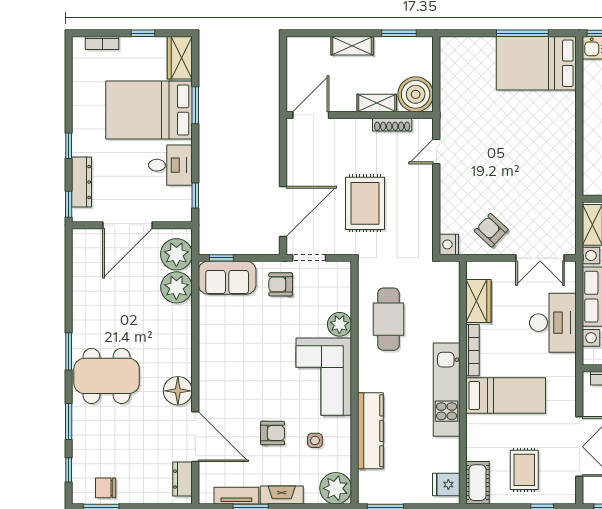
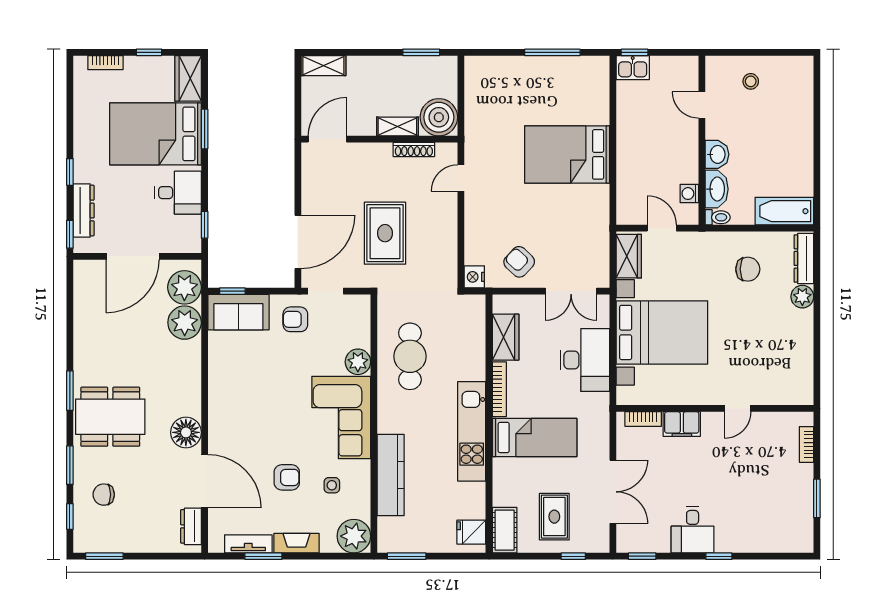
shelving: (352, 46) -> (323, 66), moved
bed: (536, 63) -> (567, 154), moved
chair: (106, 488) -> (104, 495), moved

